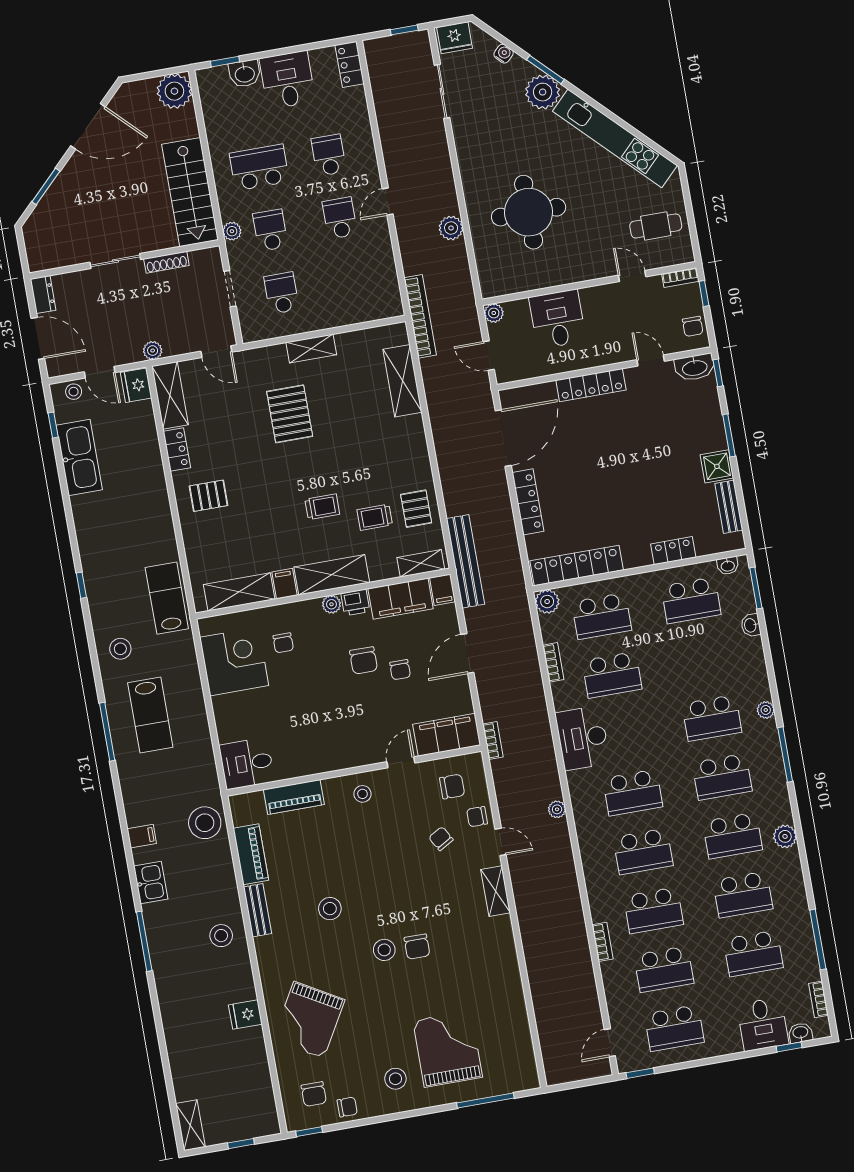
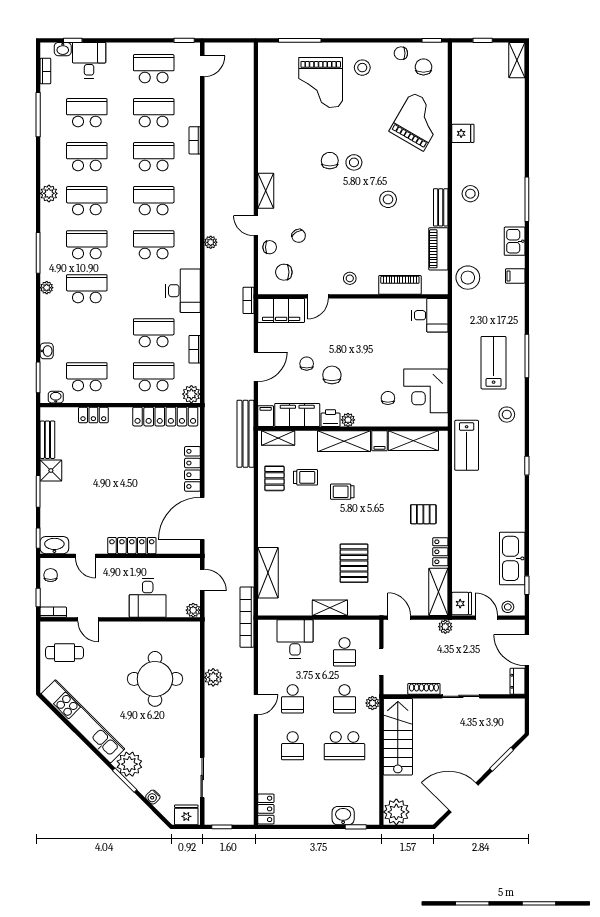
desk: (287, 80) -> (295, 639), moved, turned 180

